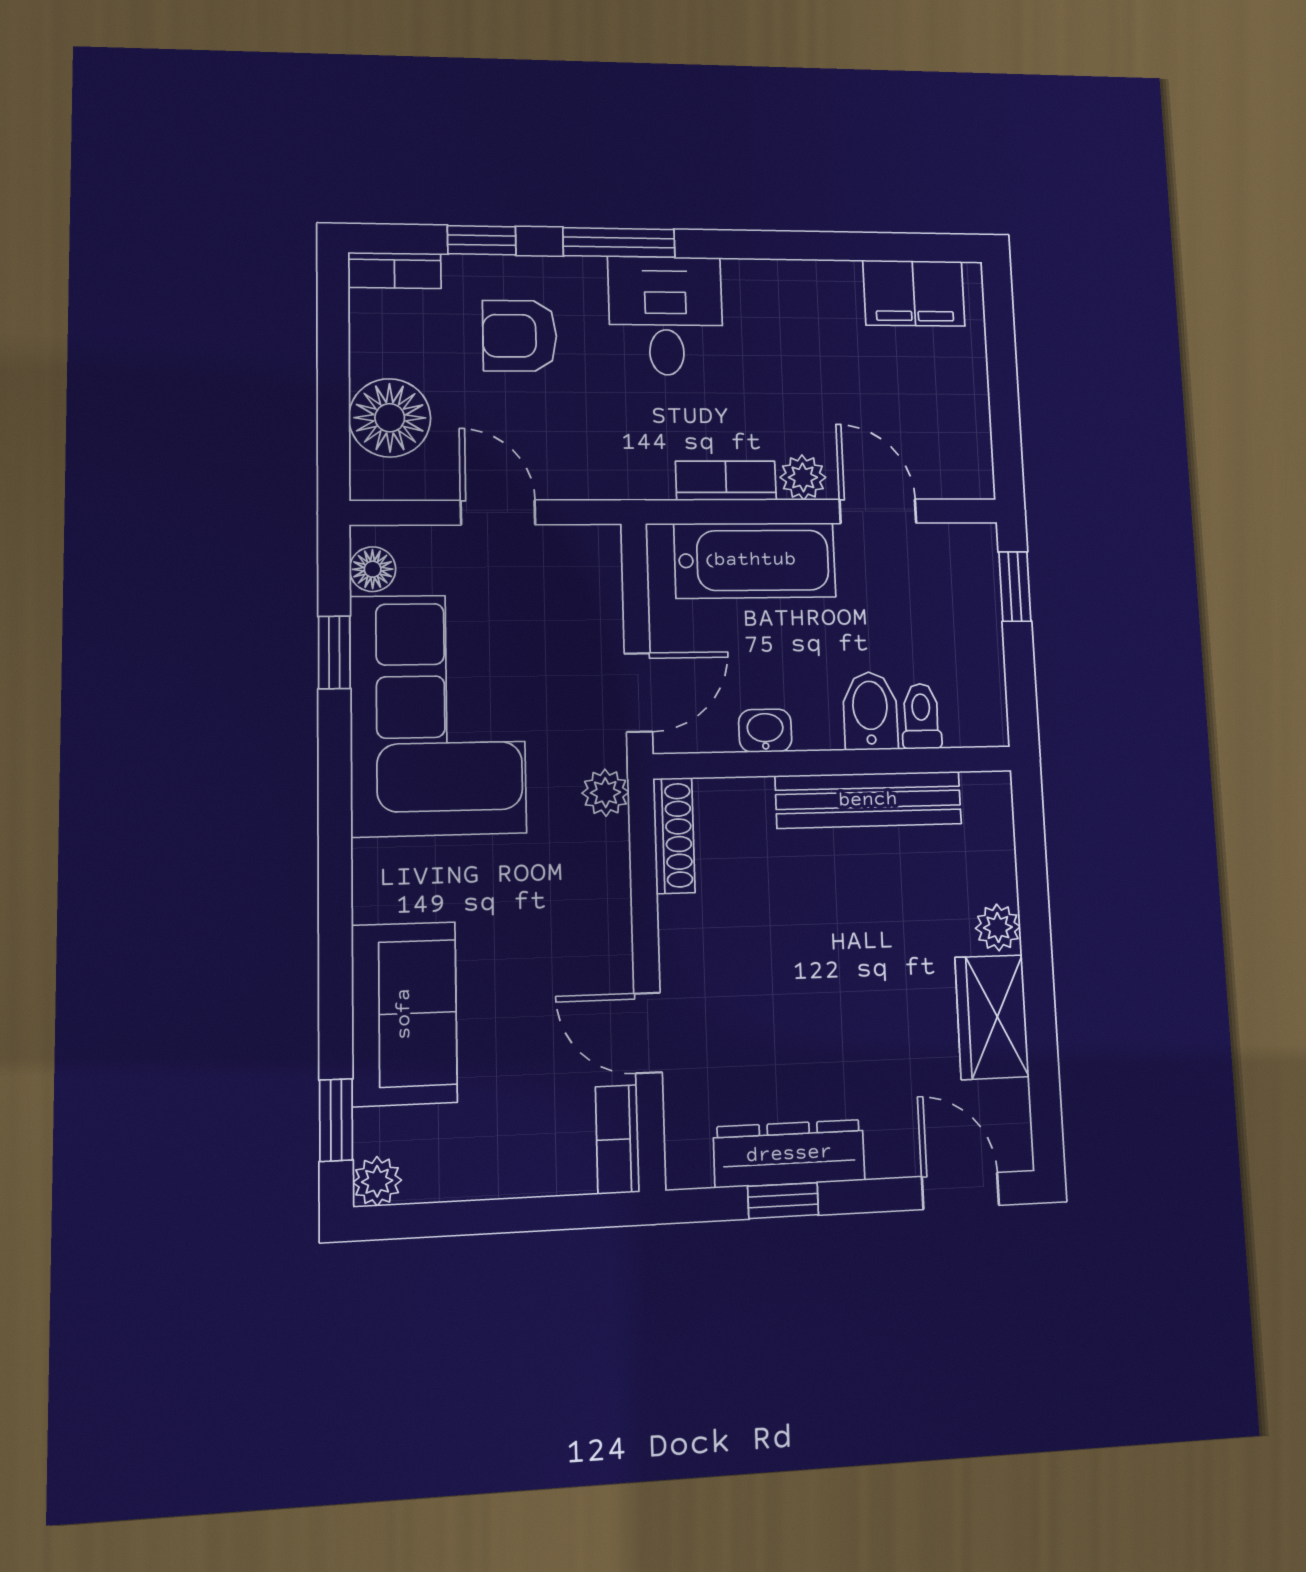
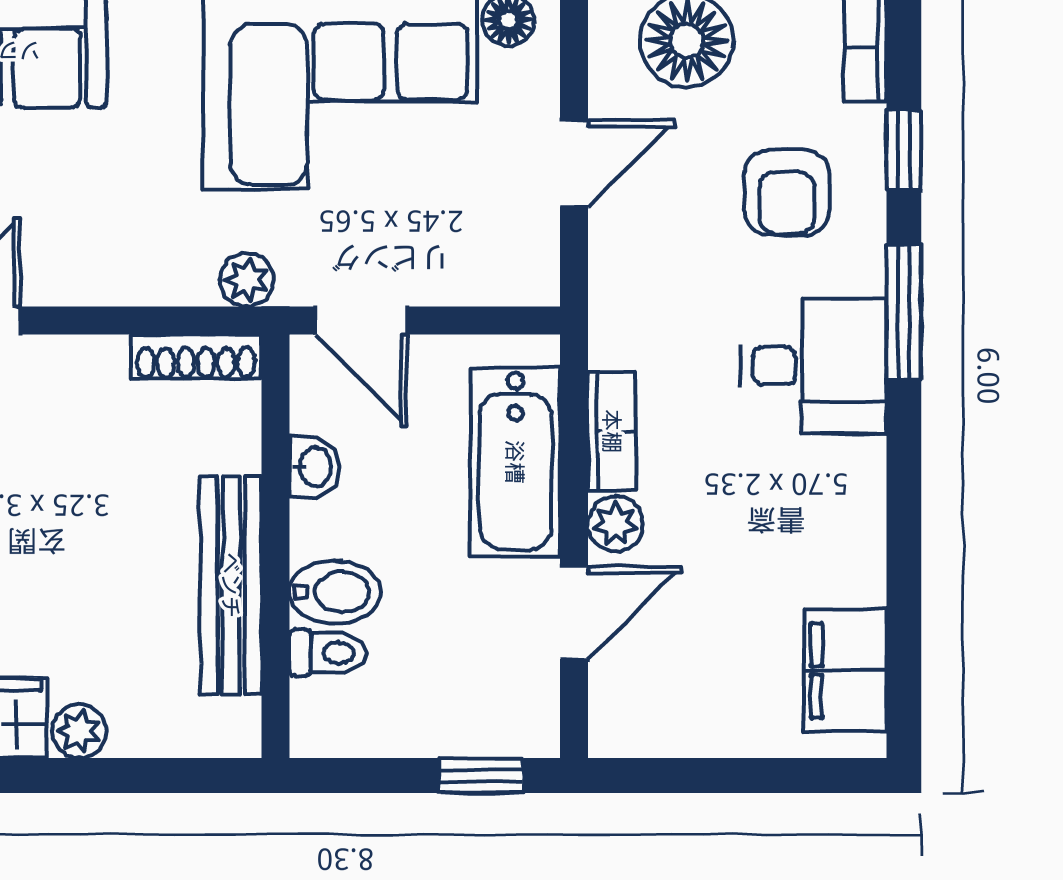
armchair: (520, 336) -> (787, 192), turned 180

